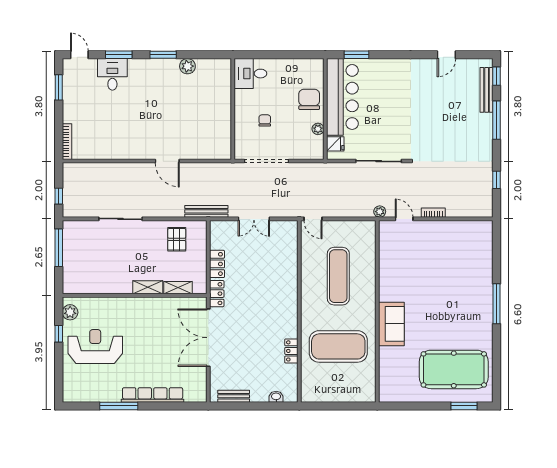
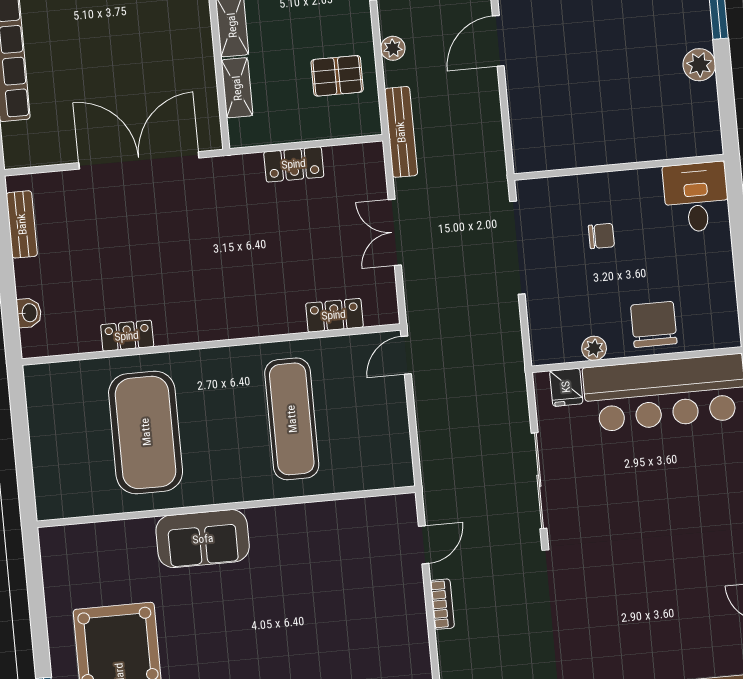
chair: (309, 99) -> (654, 324), turned -90
plant: (380, 212) -> (393, 48), moved
exercise mat: (338, 276) -> (292, 419), turned 90
locker: (217, 294) -> (334, 315), moved, turned 180

